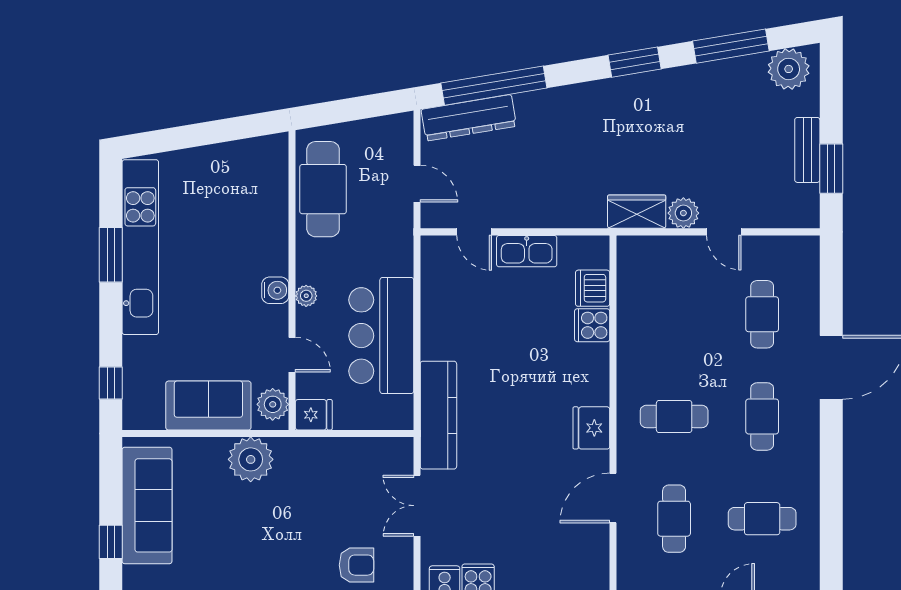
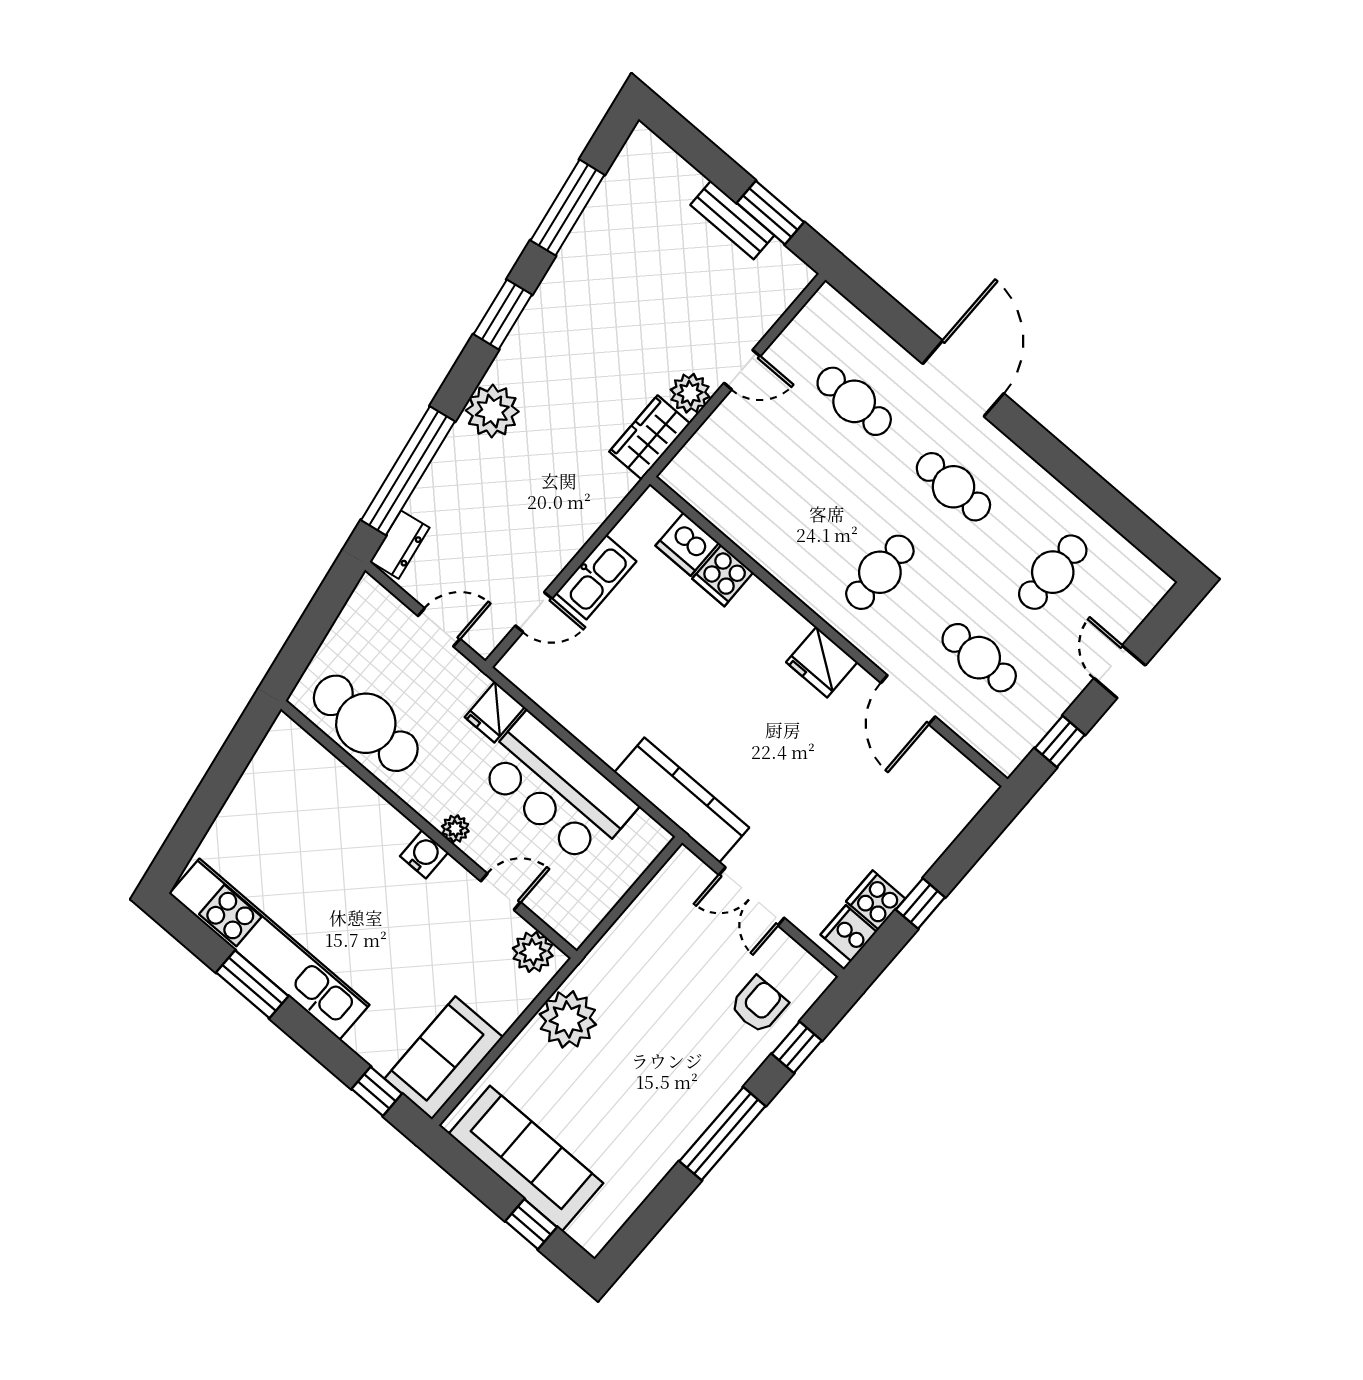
plant: (789, 69) -> (492, 411), moved
dresser: (469, 118) -> (400, 545), width x0.51, depth x0.80
sofa: (208, 406) -> (444, 1058), moved
fridge: (314, 415) -> (495, 712), moved, turned 180

